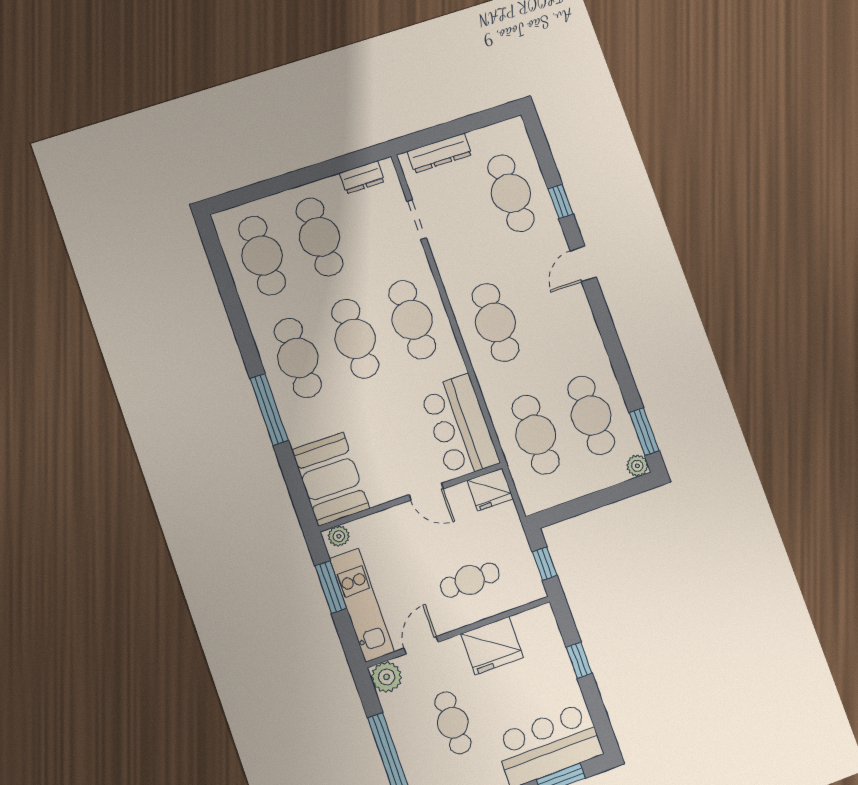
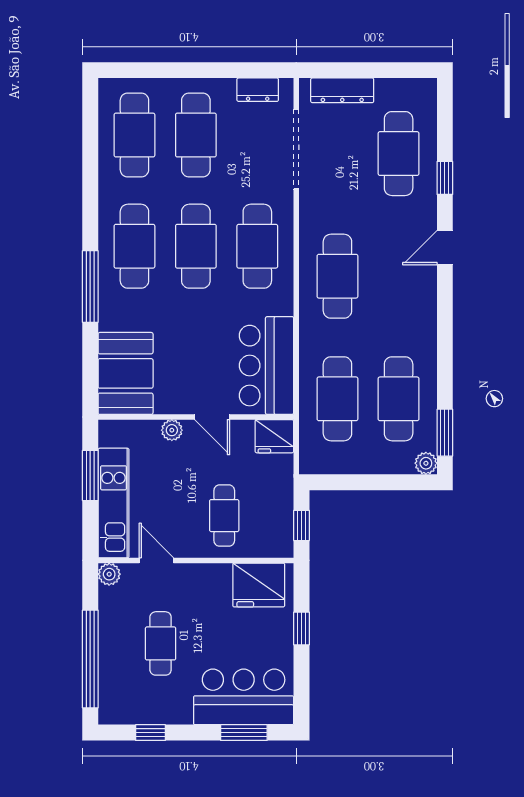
doorway: (417, 220) -> (296, 149), width x1.87
plant: (339, 536) -> (172, 430), moved
cafe table: (470, 580) -> (224, 516), turned 90
door: (421, 645) -> (156, 560), hinge flipped
fridge: (492, 646) -> (259, 585), moved
plant: (387, 677) -> (109, 574), width x0.73, depth x0.73

